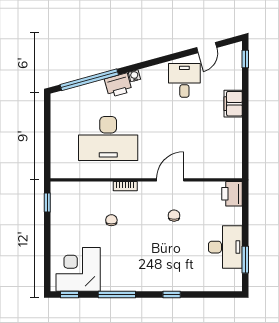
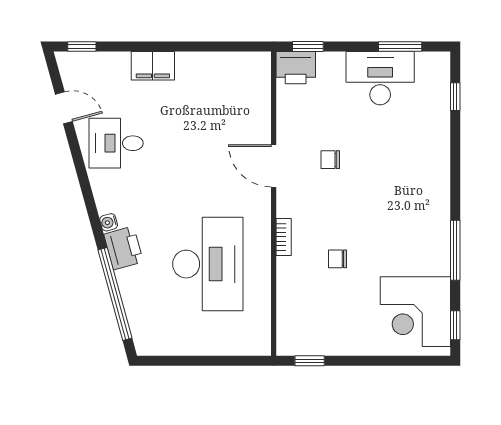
window: (245, 201) -> (308, 47), added
window: (172, 294) -> (455, 97), moved

